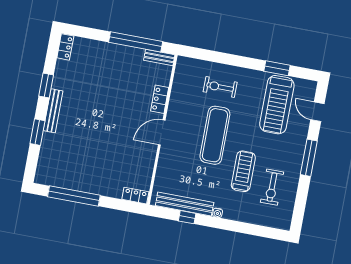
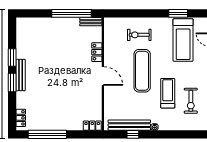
locker: (65, 47) -> (21, 118), moved
window: (37, 132) -> (12, 83), moved
door: (162, 132) -> (103, 76), swing flipped

